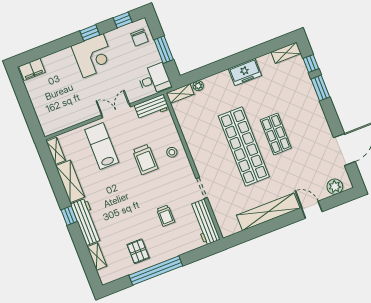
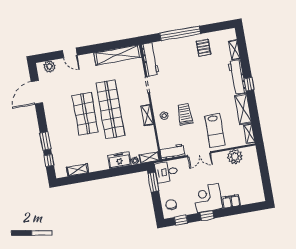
window: (164, 50) -> (153, 182), moved
shelving: (286, 53) -> (77, 170), moved
filing cabinet: (32, 69) -> (231, 201), moved
freezer: (245, 72) -> (119, 160), moved
plant: (69, 117) -> (235, 157), added
shop shelf: (276, 134) -> (85, 114), width x1.43, depth x1.36
shelving: (194, 148) -> (147, 115), added
shelving: (268, 212) -> (118, 55), moved
trolley: (166, 216) -> (178, 70), removed
window: (156, 271) -> (180, 33), moved

